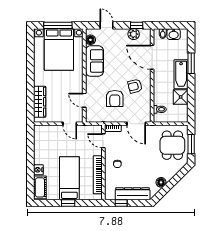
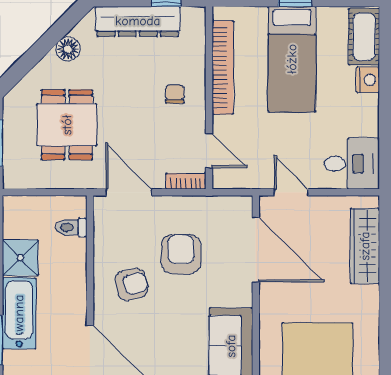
door: (84, 100) -> (256, 250), width x1.87
desk: (45, 135) -> (352, 164), added
dining table: (172, 145) -> (67, 125), moved

